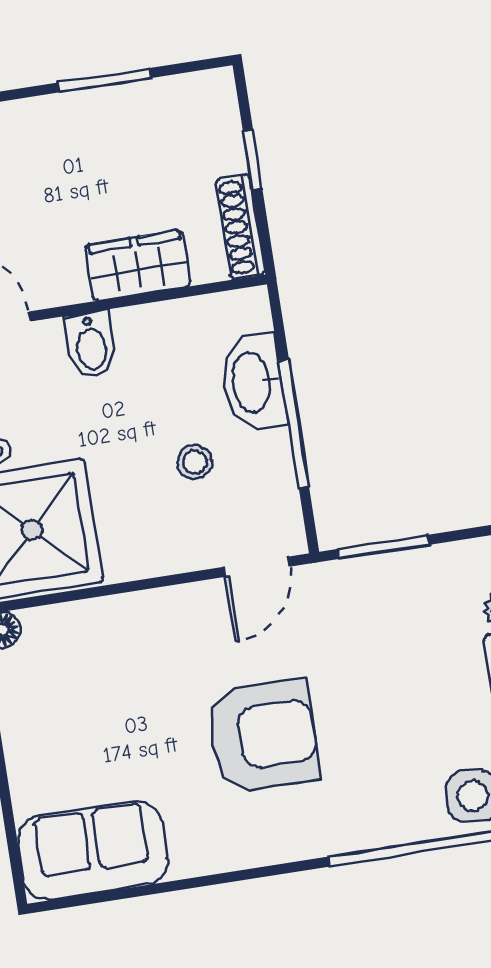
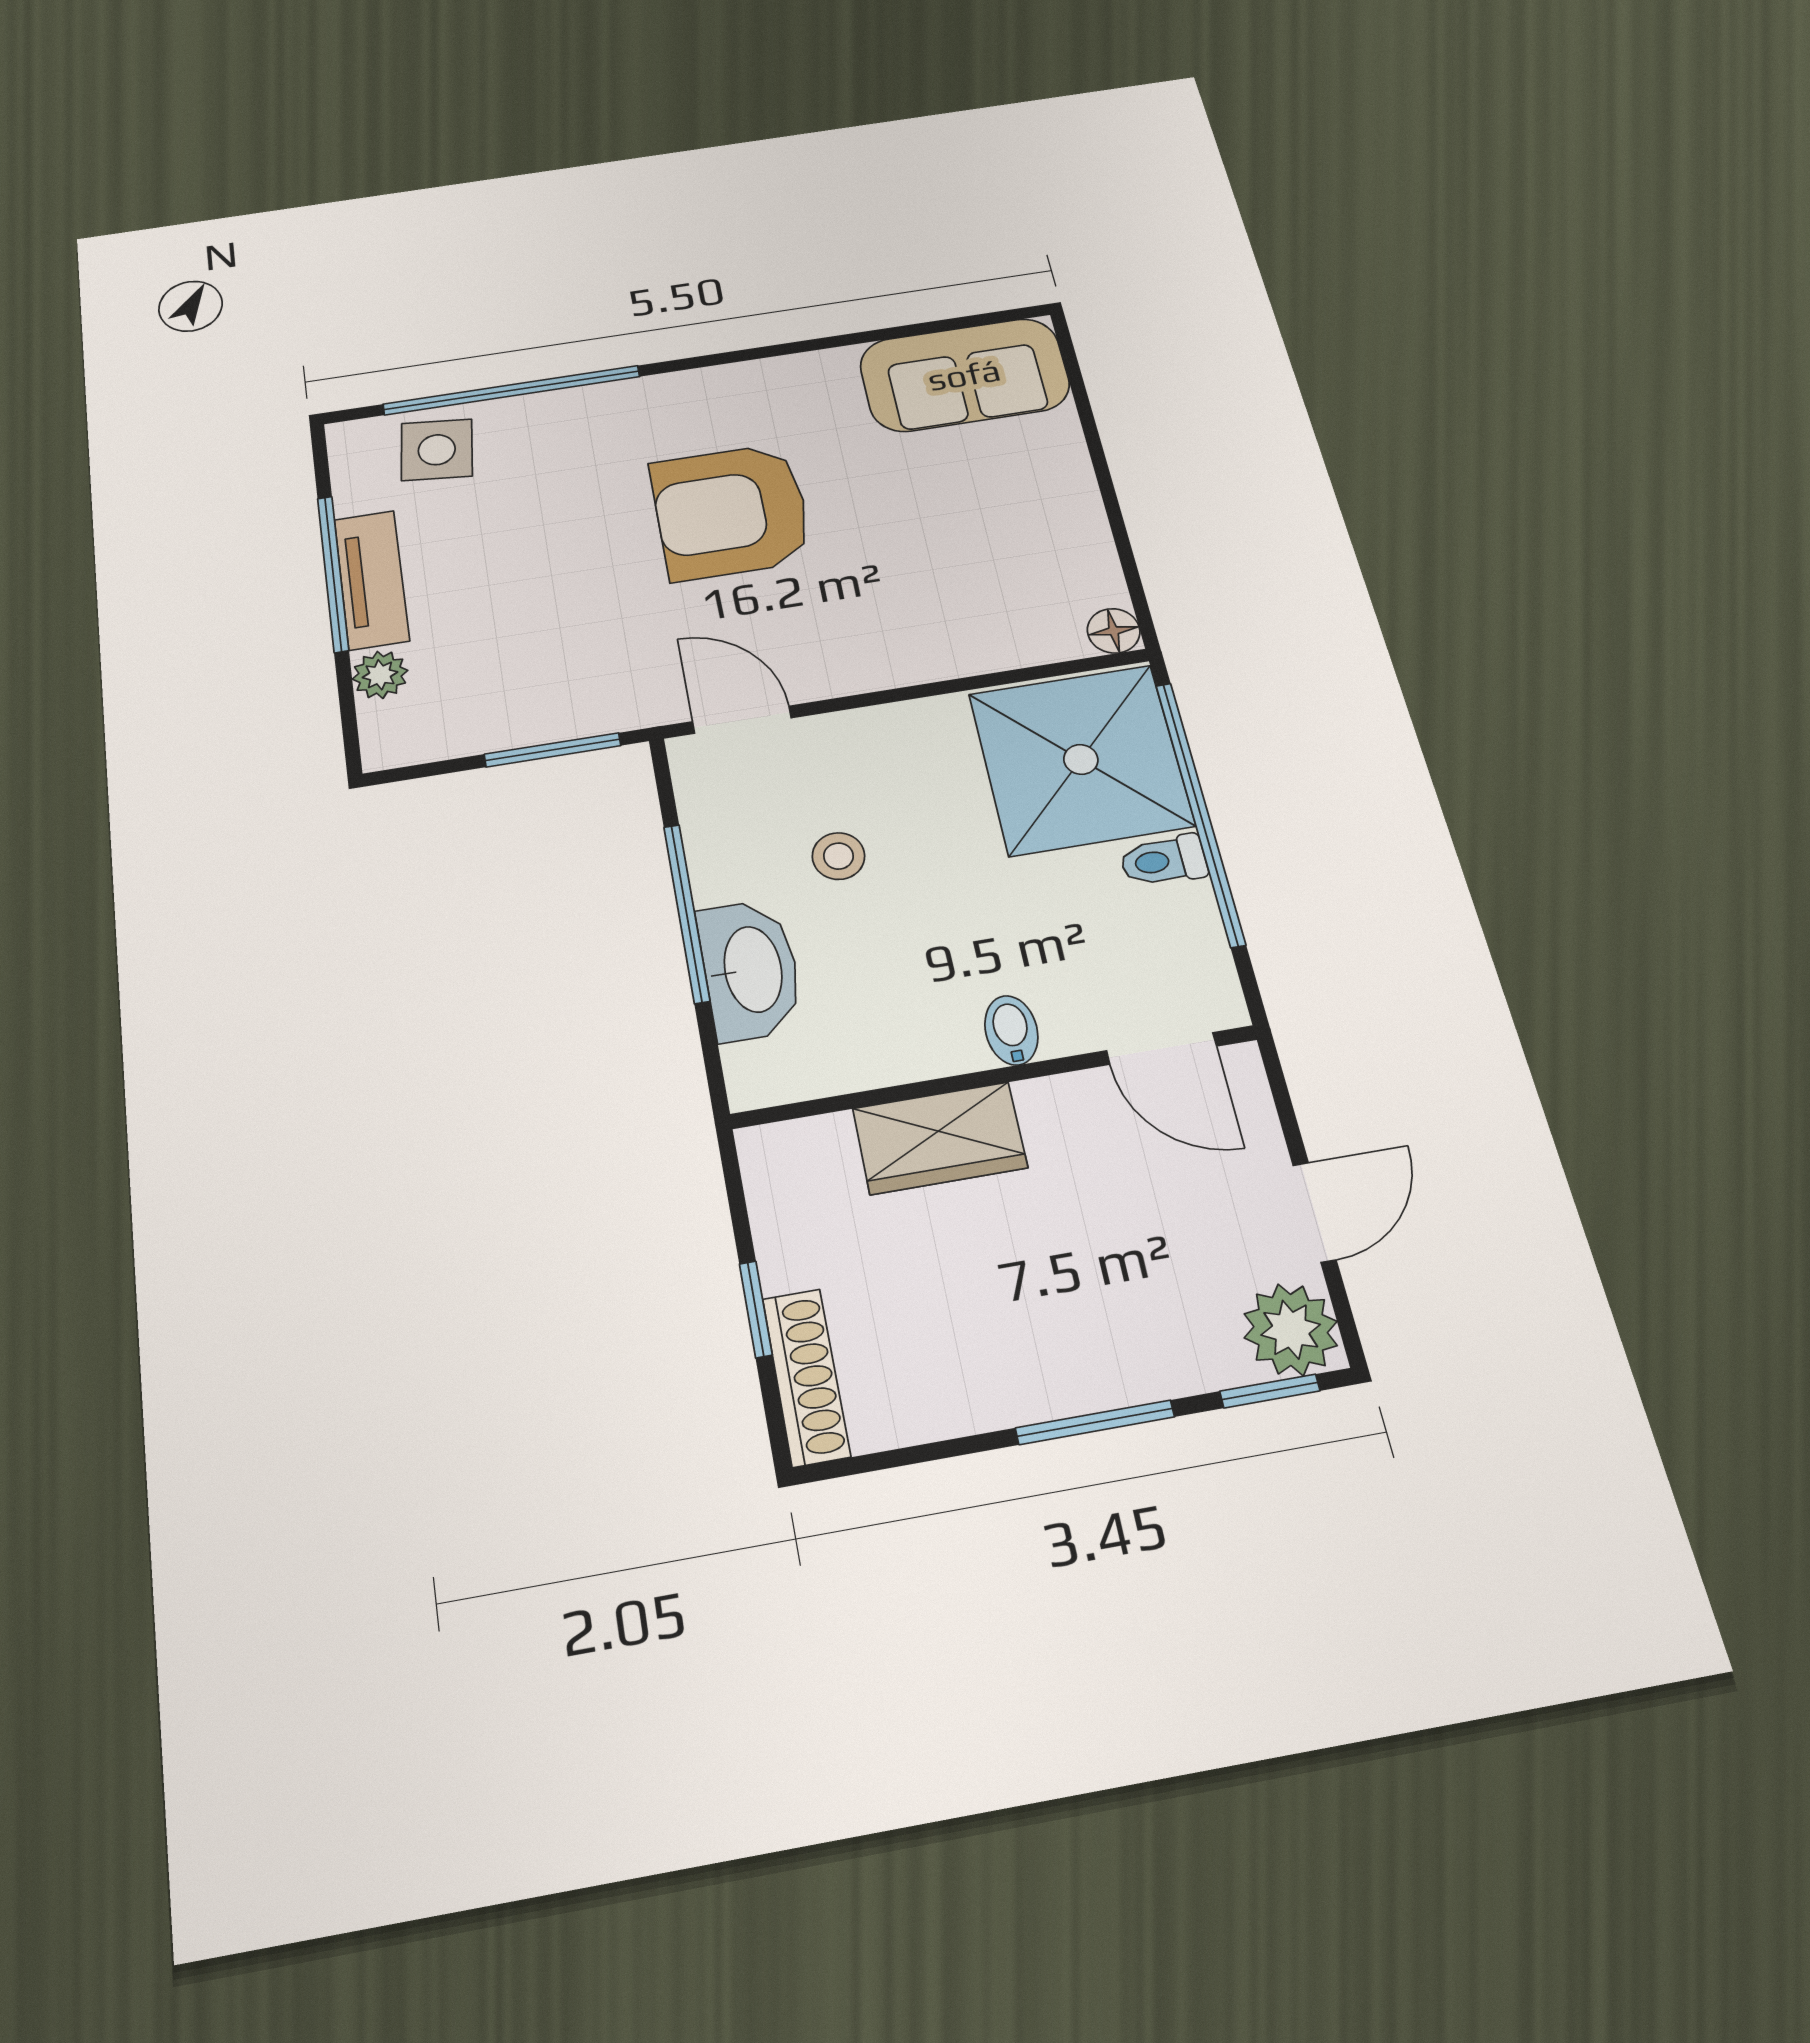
window: (104, 80) -> (1095, 1422), moved
shoe rack: (240, 227) -> (806, 1377), moved
bidet: (91, 345) -> (1011, 1030), width x0.72, depth x0.74
door: (257, 567) -> (742, 720), hinge flipped

